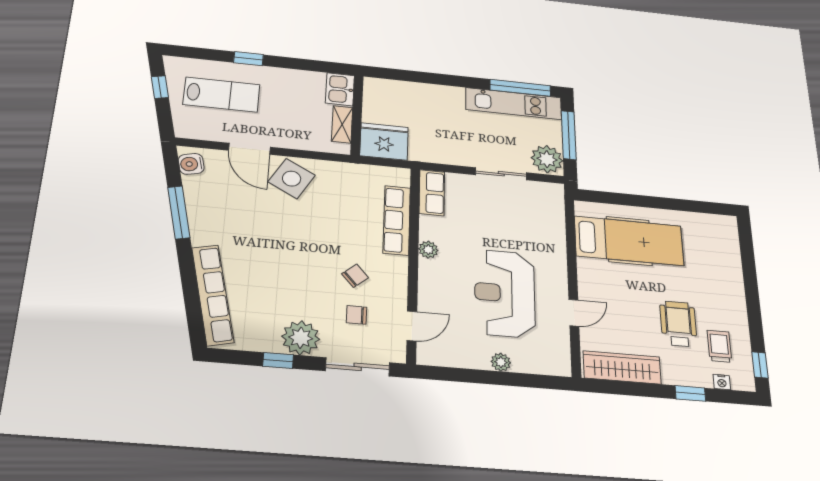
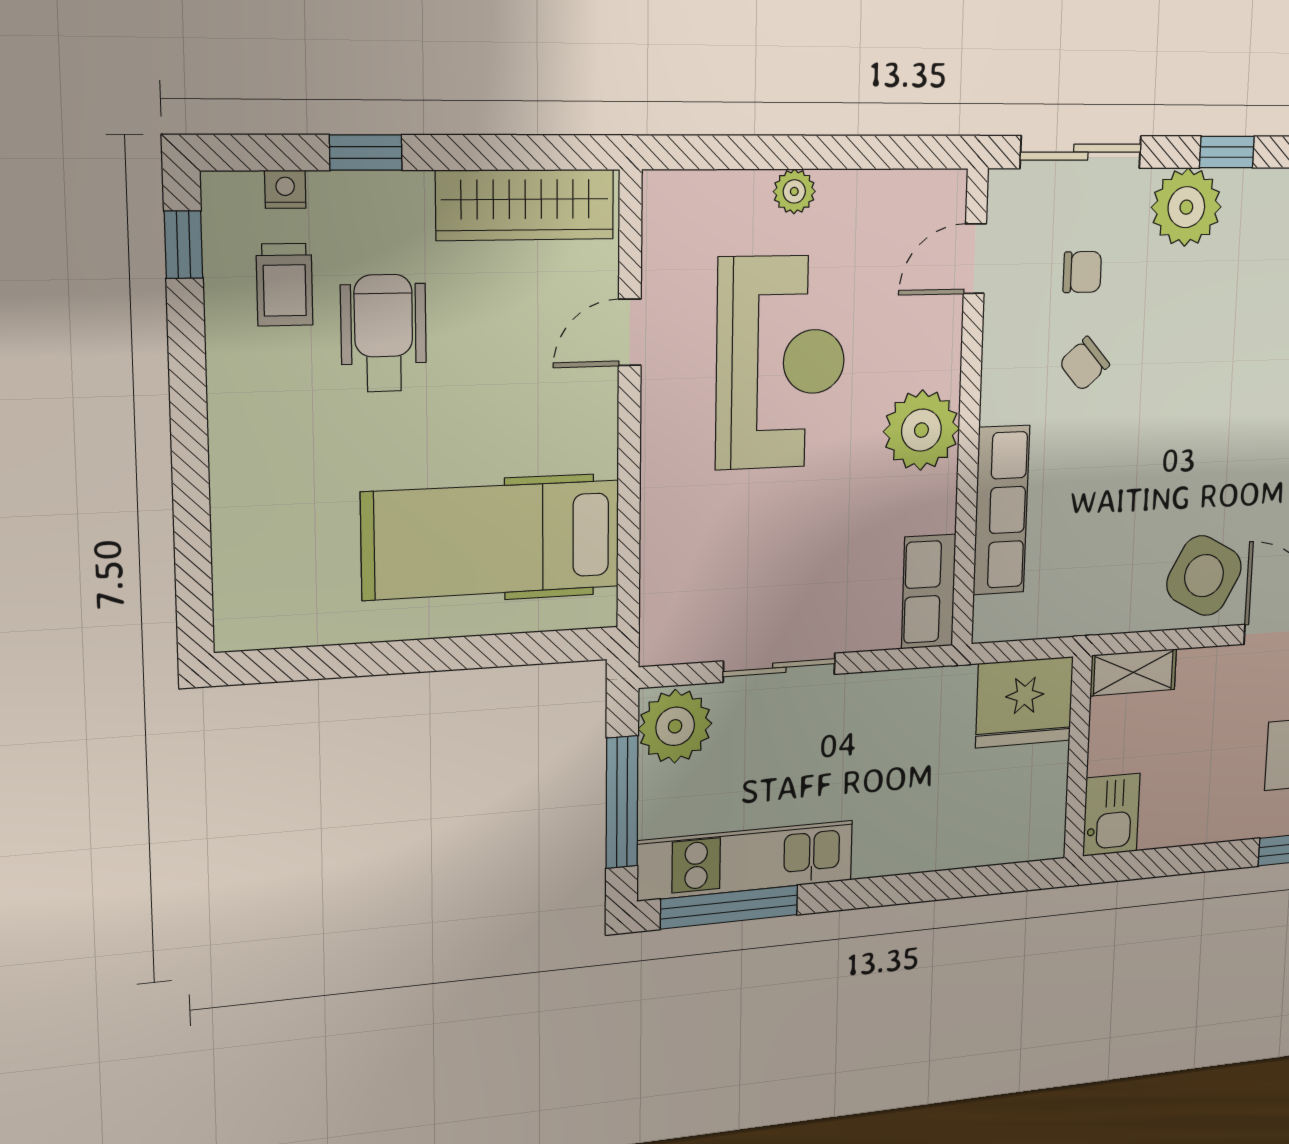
shelving: (342, 124) -> (1133, 672), moved, turned 90
plant: (428, 250) -> (921, 430), width x1.87, depth x1.87
wheelchair: (678, 324) -> (384, 333), turned 180

